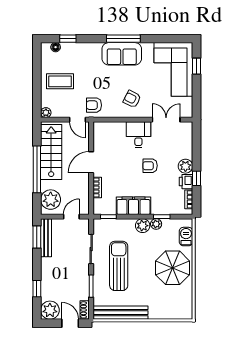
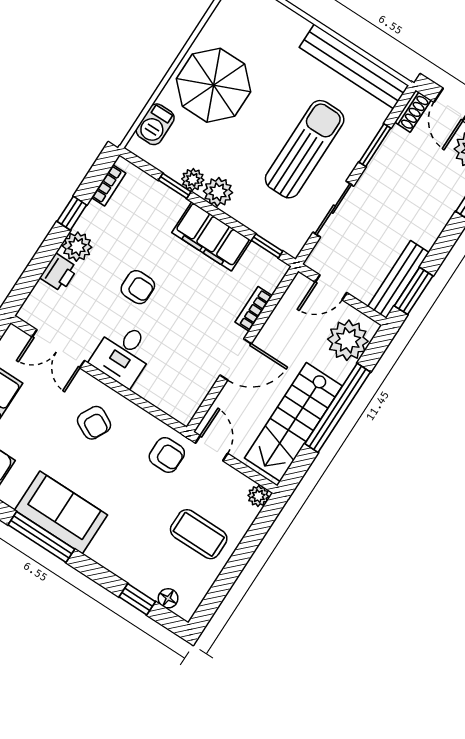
printer: (186, 182) -> (59, 273), moved
sun lounger: (119, 266) -> (305, 149), turned 180

